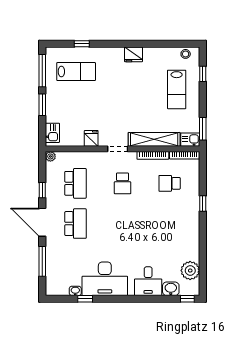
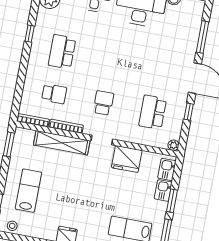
fridge: (91, 138) -> (127, 159), width x1.88, depth x1.34
kitchen sink: (190, 140) -> (163, 190), moved, turned 90
window: (203, 204) -> (30, 34), moved
school desk: (75, 224) -> (62, 52), moved

